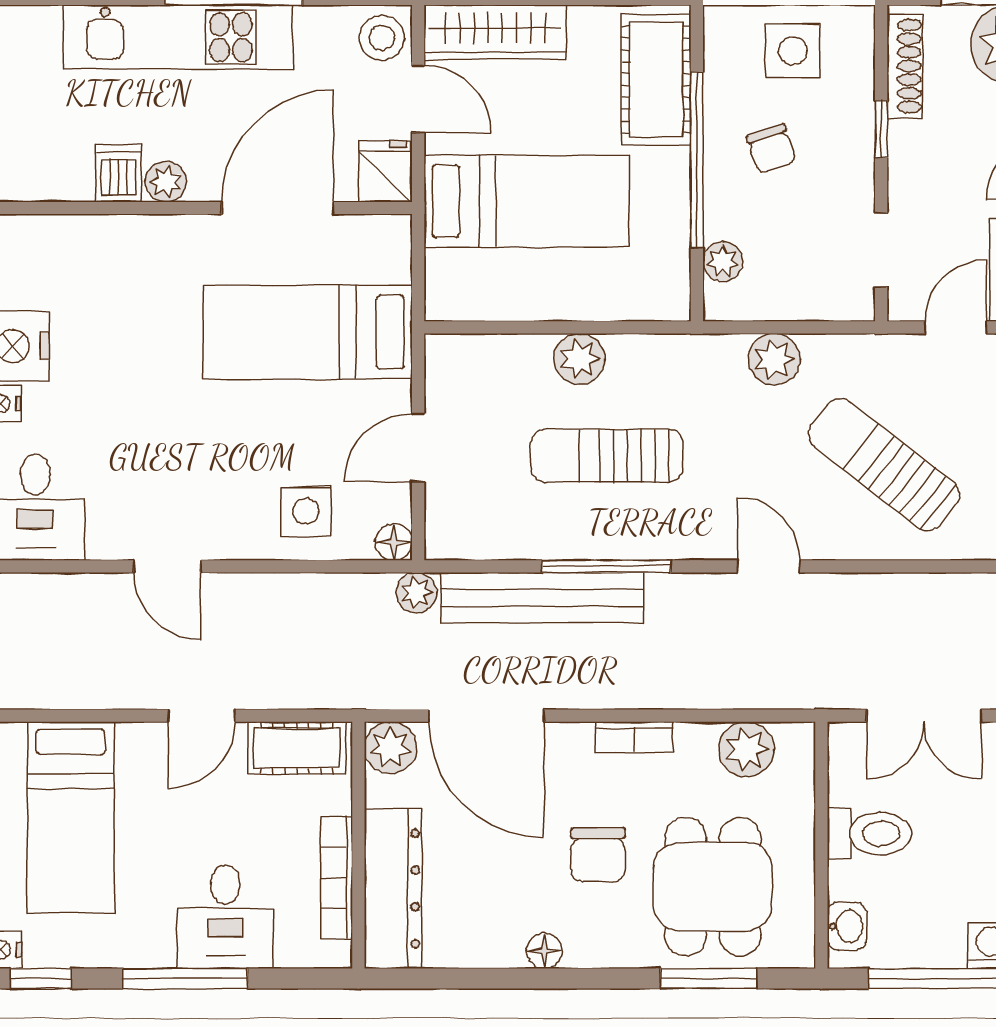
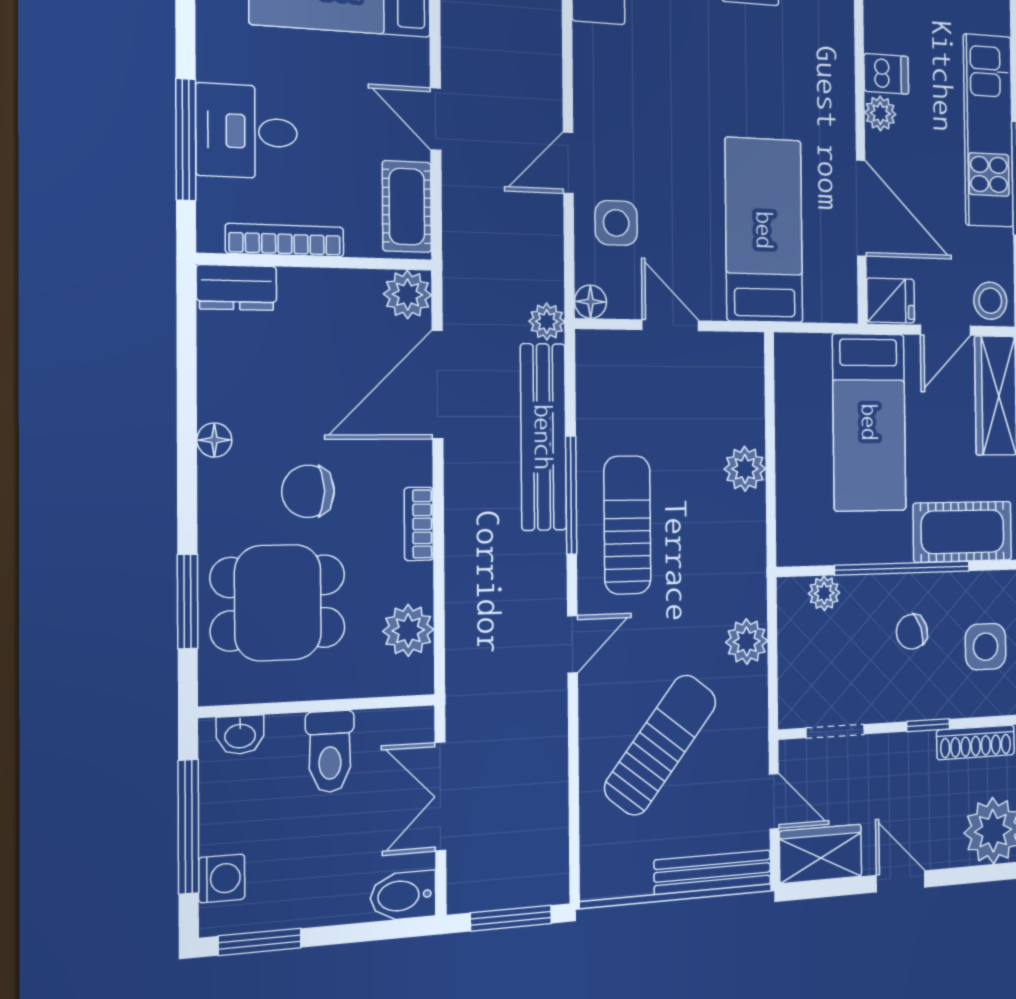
sun lounger: (607, 456) -> (627, 525), moved
door: (167, 566) -> (568, 163), moved
dresser: (393, 888) -> (237, 288), width x0.51, depth x0.80
window: (185, 979) -> (186, 140), moved

